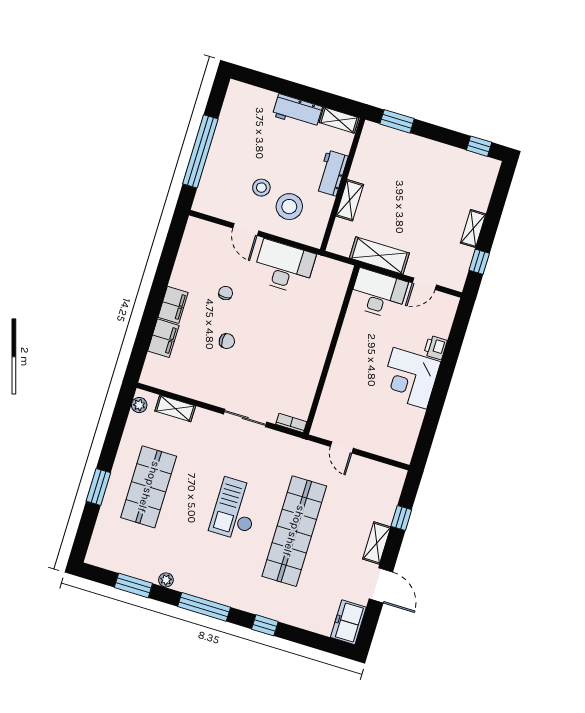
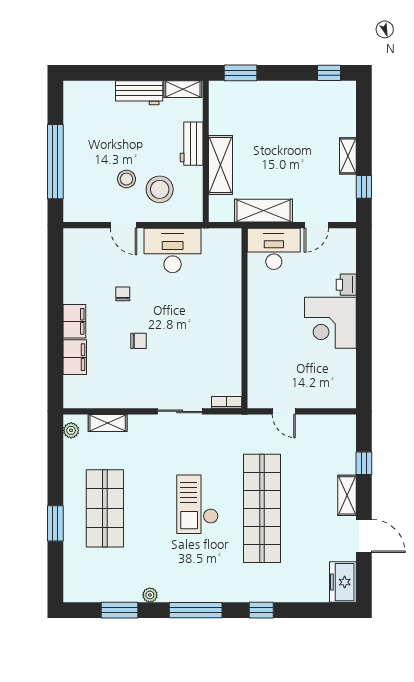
shelving: (350, 200) -> (220, 165), width x1.50, depth x1.33

